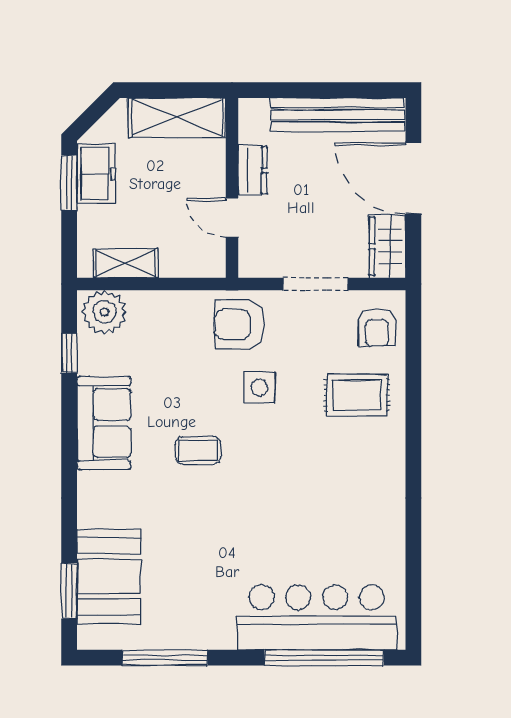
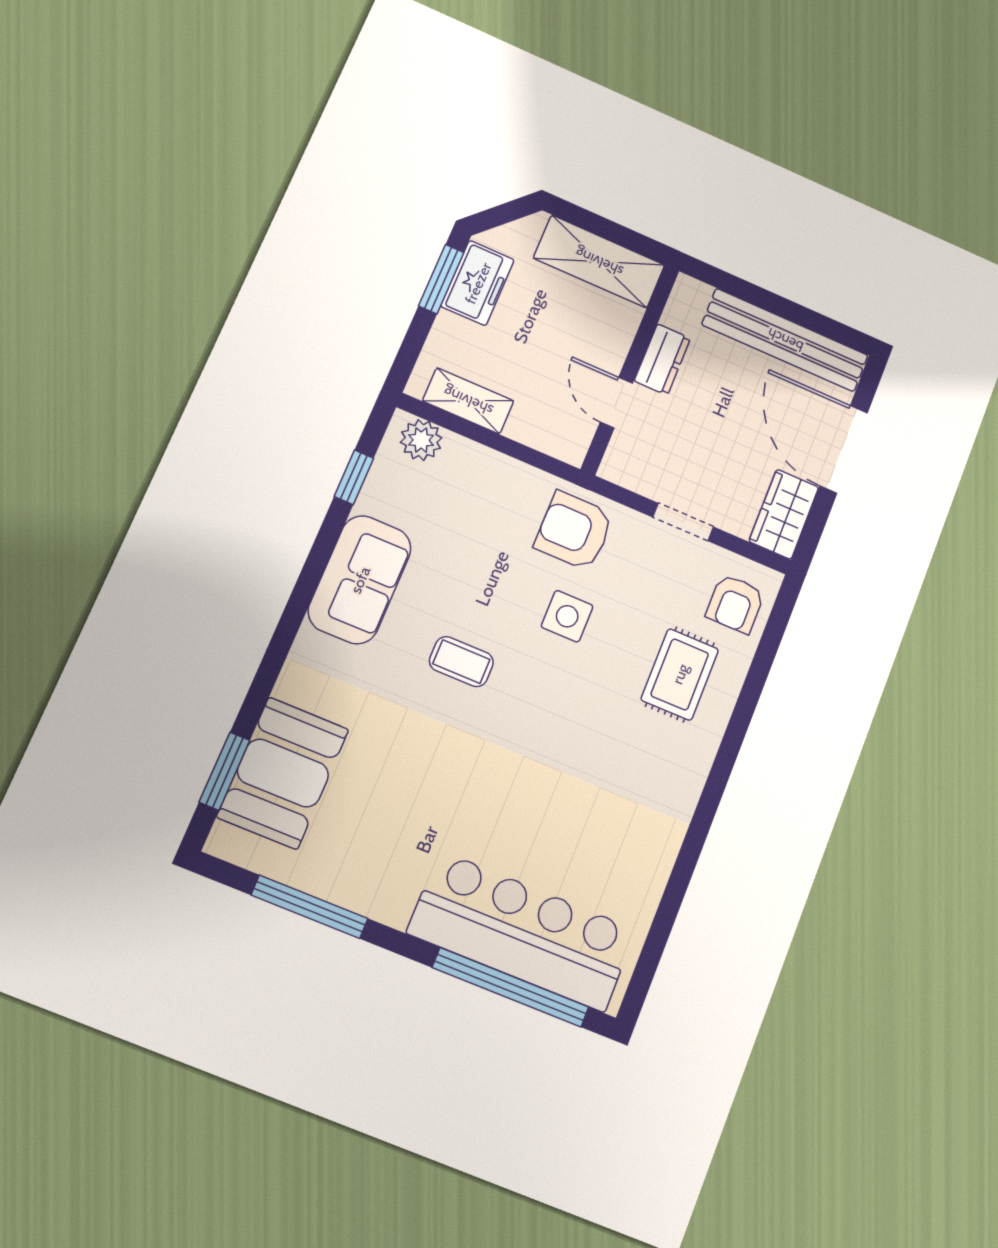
doorway: (315, 284) -> (683, 522), width x0.73
plant: (104, 312) -> (421, 440), width x0.73, depth x0.73
rug: (357, 395) -> (680, 674), turned 90

